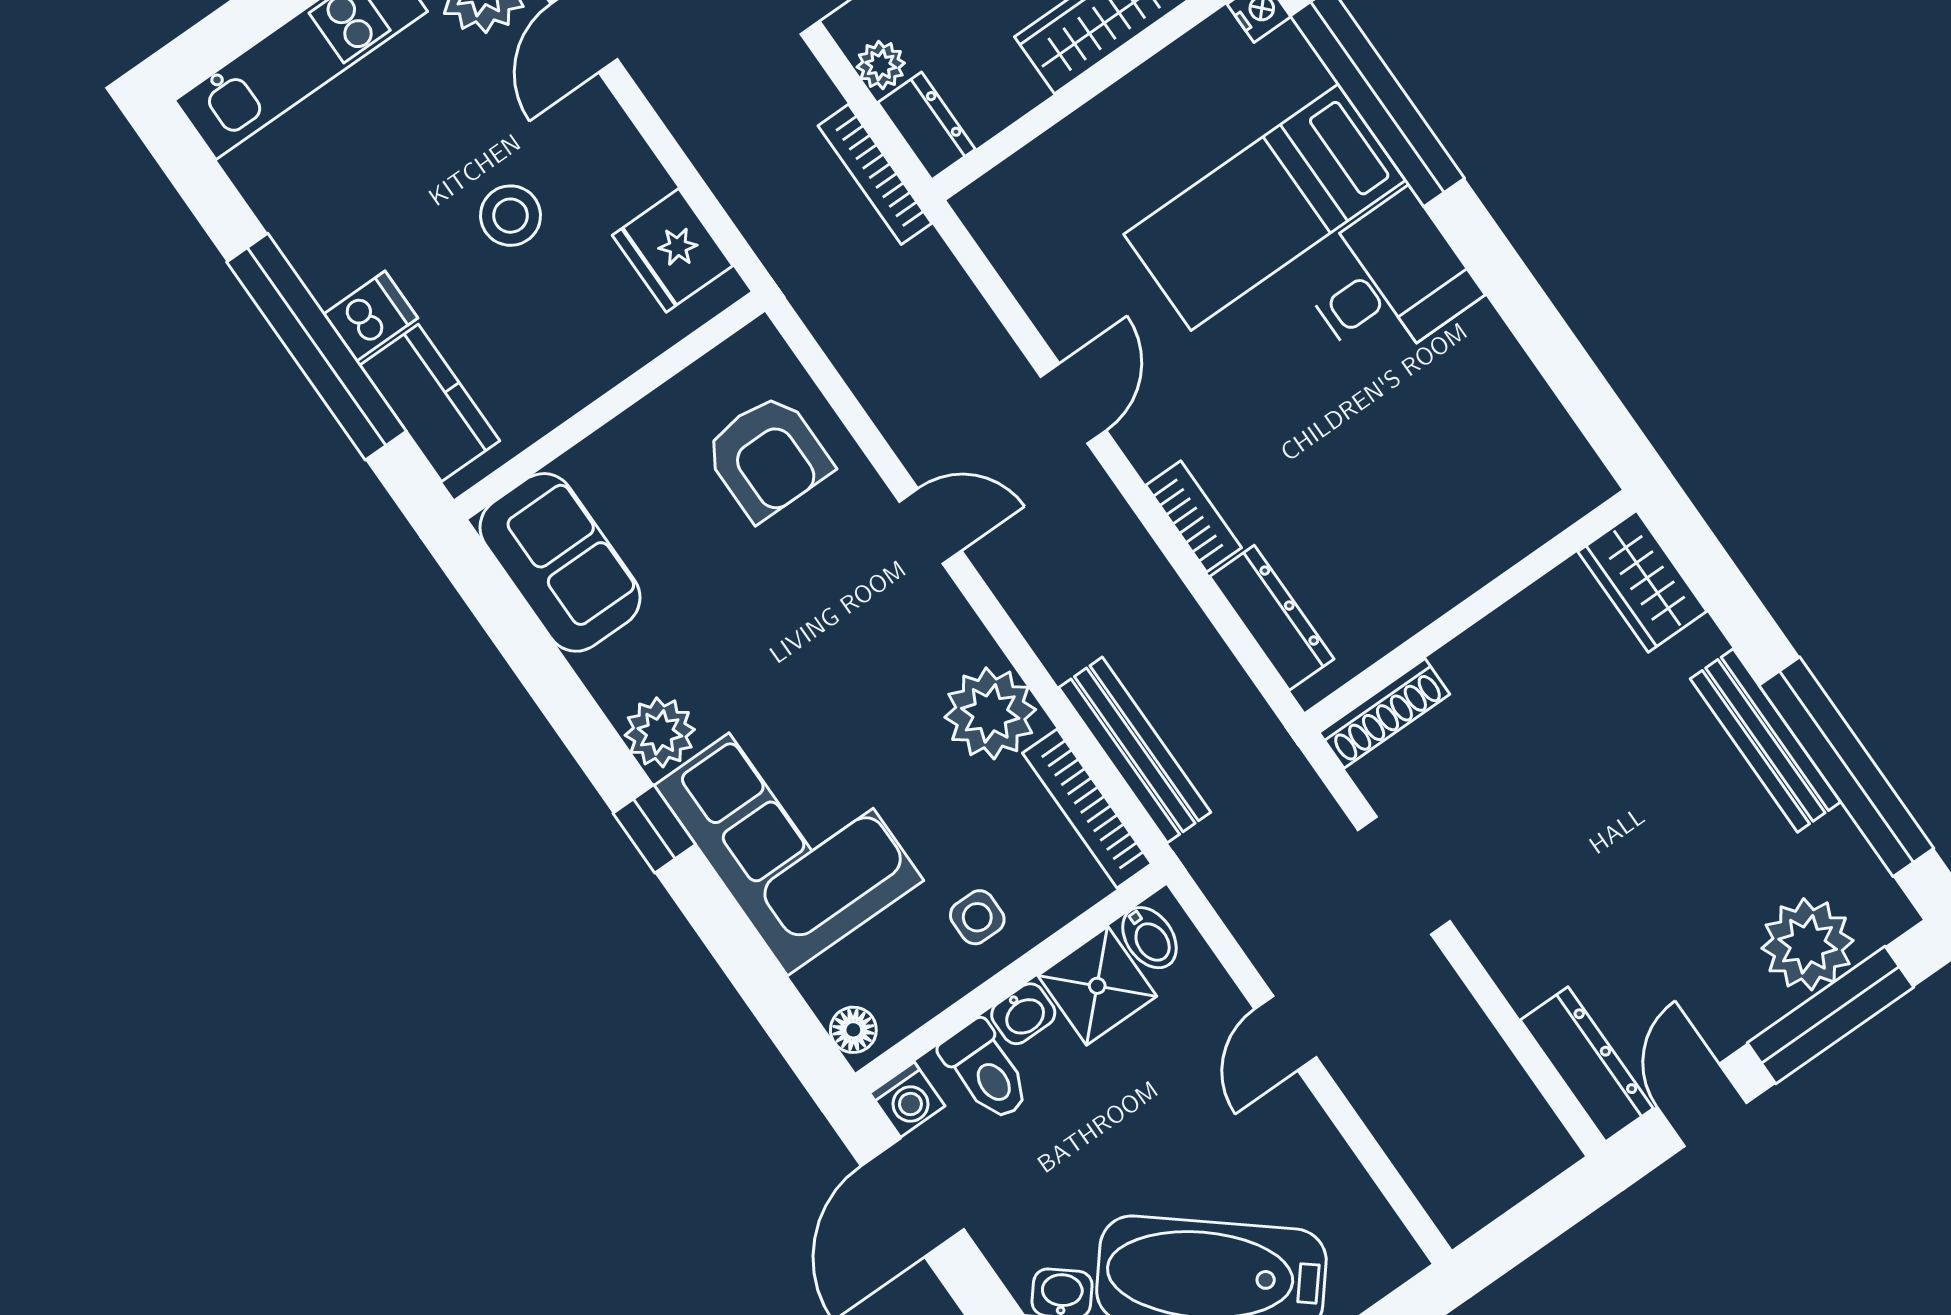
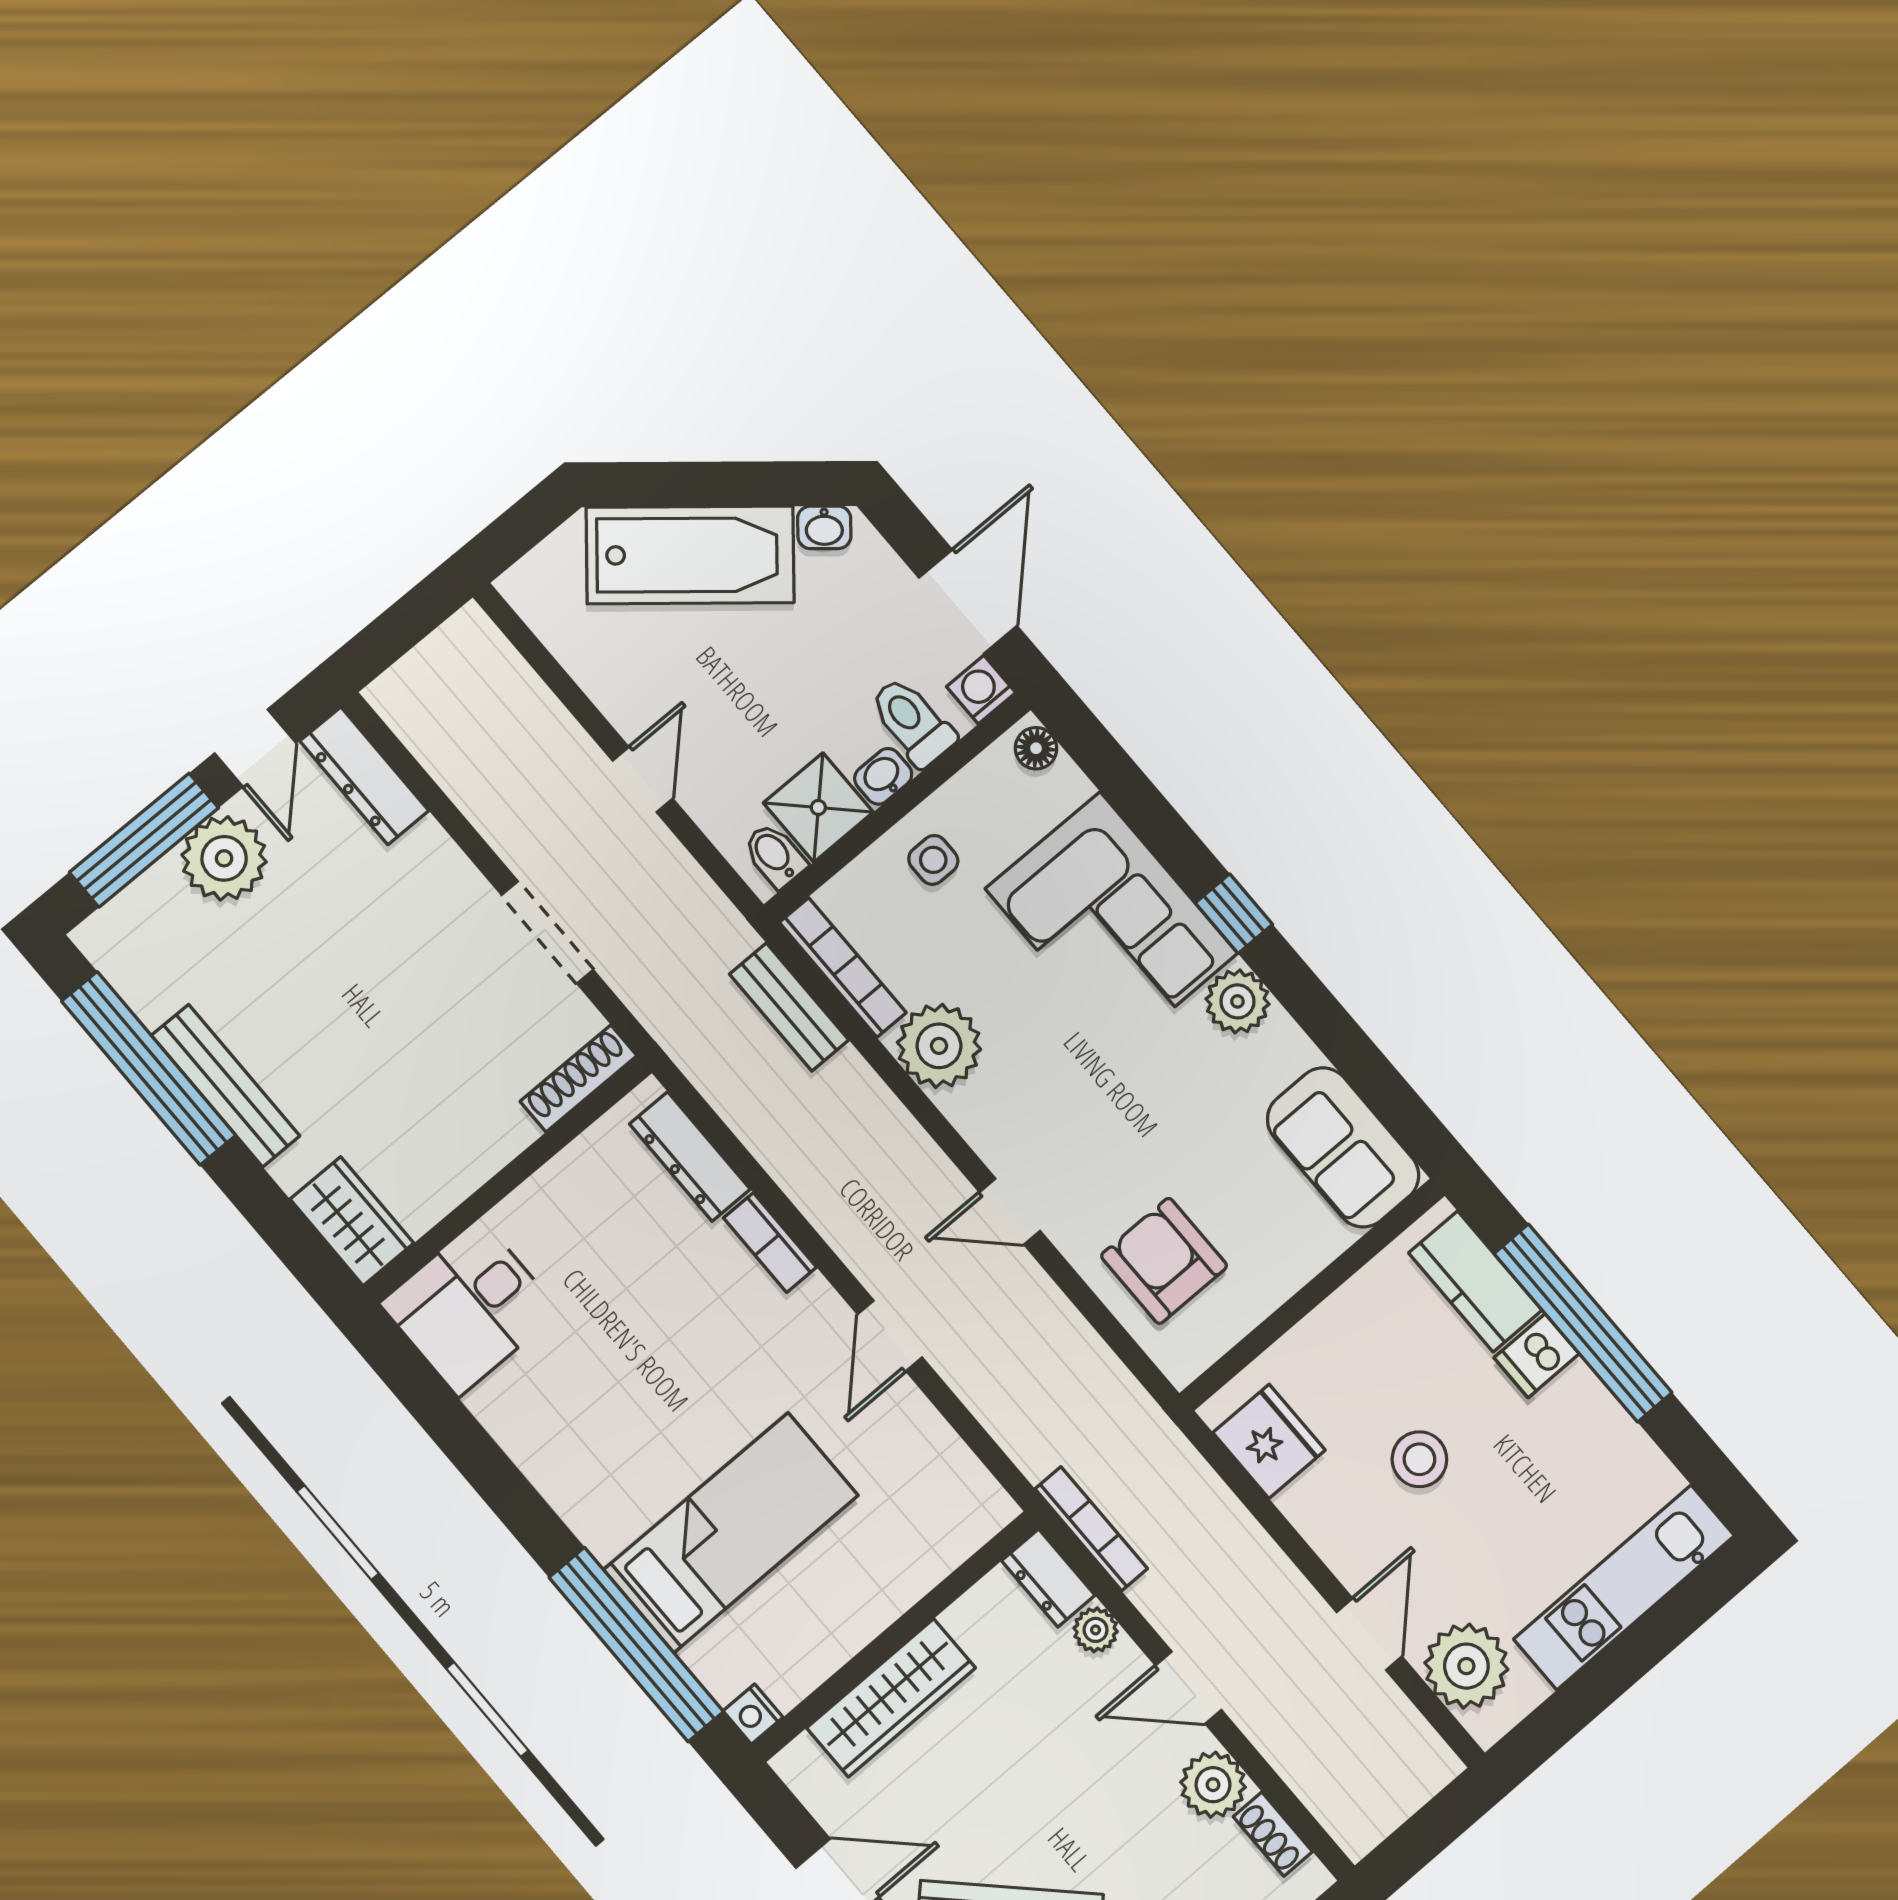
desk: (1387, 281) -> (470, 1307), moved
bench: (1135, 750) -> (789, 1007), width x0.73
plant: (1808, 944) -> (224, 858), moved

